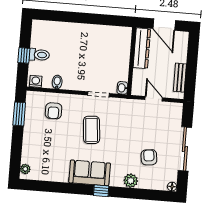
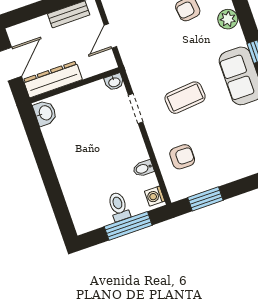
washbasin: (122, 34) -> (45, 113), added
window: (24, 55) -> (128, 226), width x2.17

